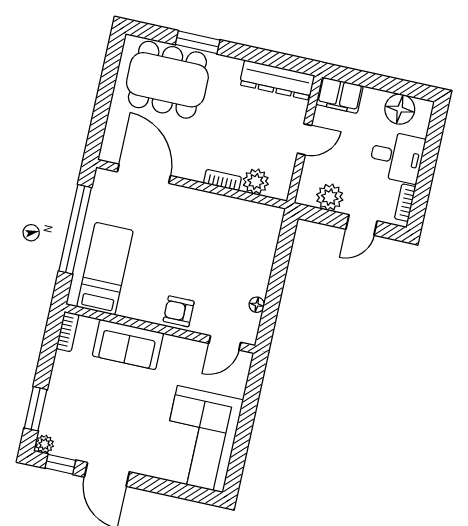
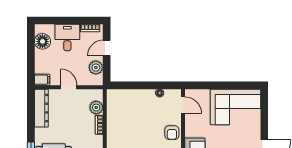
filing cabinet: (340, 95) -> (42, 80), width x0.50
door: (362, 225) -> (107, 48), swing flipped

